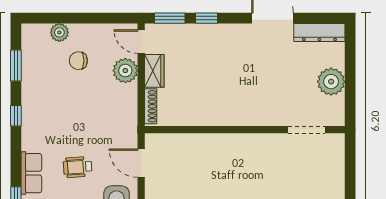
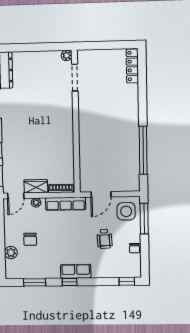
plant: (125, 71) -> (36, 203), width x0.53, depth x0.53
plant: (331, 82) -> (67, 55), moved, width x0.53, depth x0.53
row of seats: (129, 113) -> (66, 204), added
row of seats: (31, 173) -> (76, 271), moved

